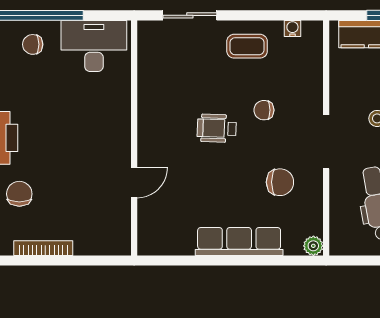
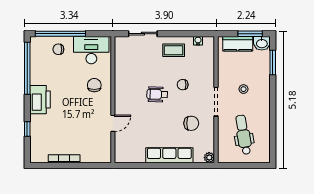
chair: (19, 194) -> (94, 85), moved

